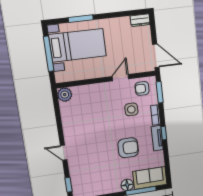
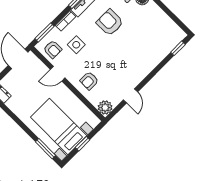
window: (81, 19) -> (45, 149), moved
window: (49, 54) -> (83, 144), width x0.46
armchair: (96, 98) -> (89, 81), added
door: (64, 153) -> (130, 96), moved

